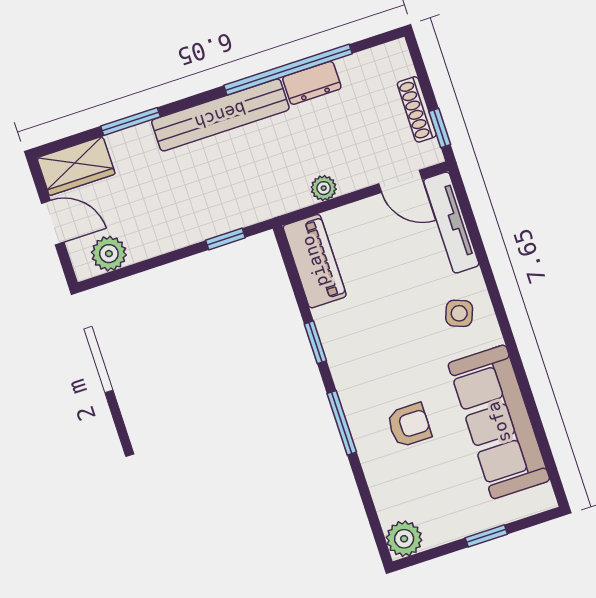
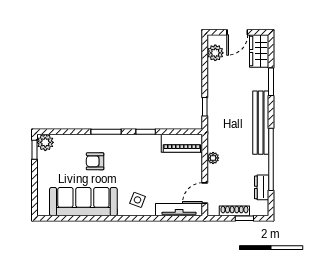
dresser: (312, 83) -> (262, 187), moved
window: (440, 128) -> (244, 218), moved
armchair: (409, 425) -> (95, 161), turned 90
window: (486, 536) -> (34, 150), moved

